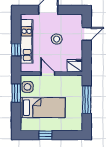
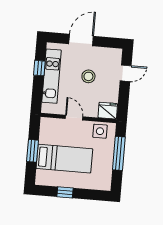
window: (16, 50) -> (39, 68), moved
side table: (27, 87) -> (100, 131), moved
window: (16, 93) -> (32, 151), moved

